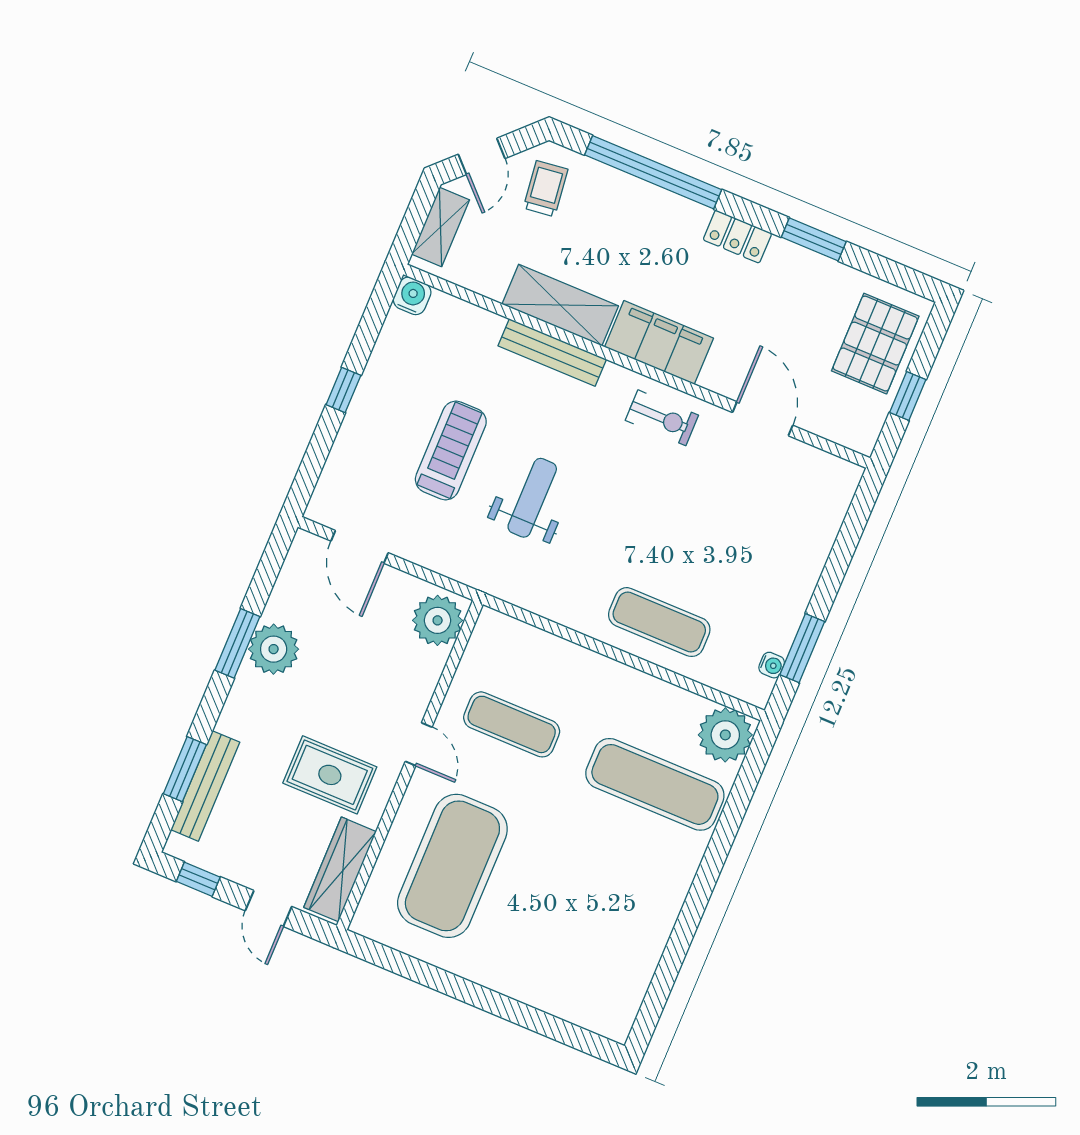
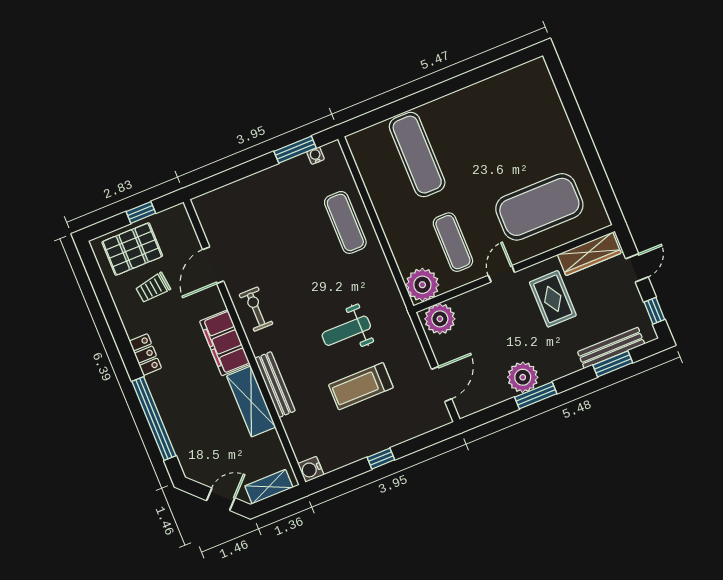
trolley: (546, 189) -> (153, 288), moved
window: (814, 239) -> (114, 320), removed
plant: (725, 735) -> (422, 285), moved

